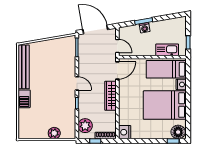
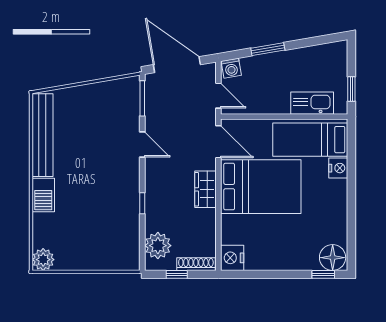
washing machine: (145, 28) -> (231, 68), moved
door: (117, 70) -> (218, 142), hinge flipped
door: (77, 83) -> (142, 144), moved
wardrobe: (111, 96) -> (206, 189), width x0.67
bed: (165, 105) -> (261, 187), moved, turned 180
plant: (54, 133) -> (43, 260), moved

